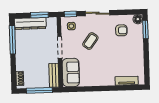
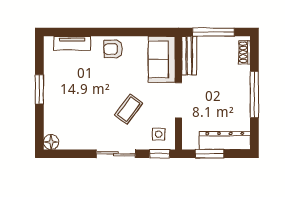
window: (145, 29) -> (39, 89), moved
armchair: (121, 30) -> (113, 49), moved
window: (12, 40) -> (254, 94), moved

